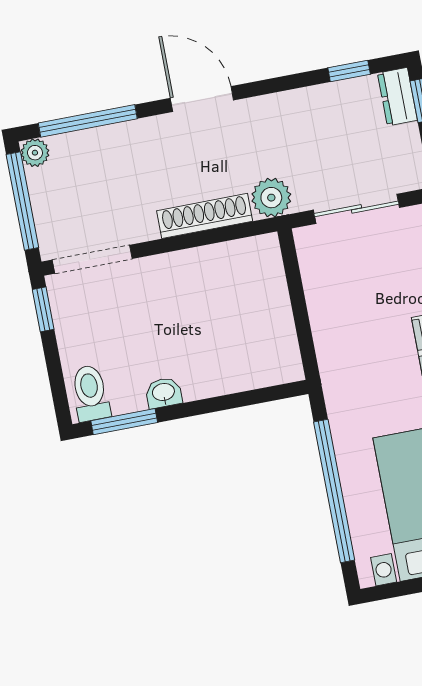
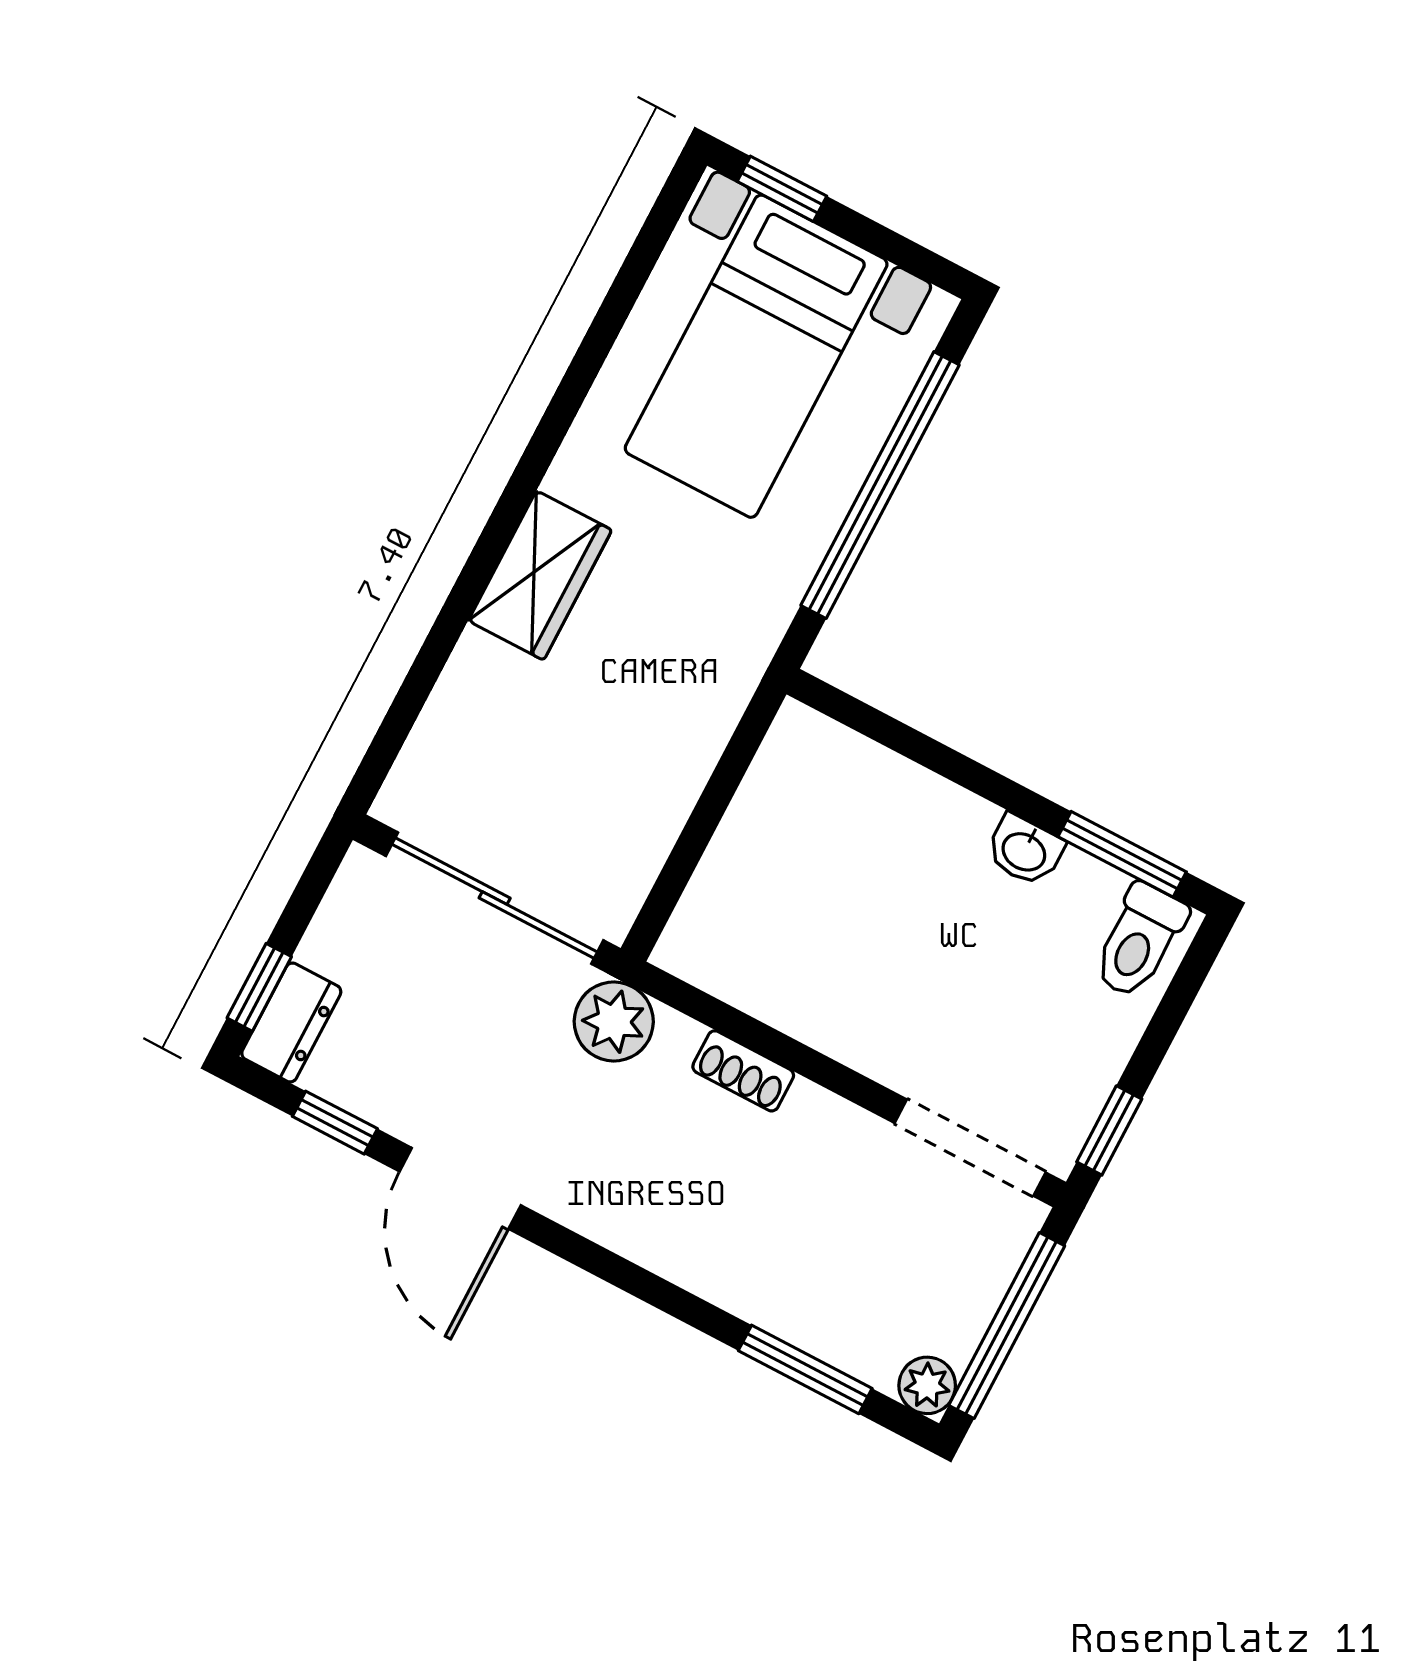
door: (202, 99) -> (460, 1188), moved
window: (88, 121) -> (805, 1369), width x0.69
sliding door: (356, 209) -> (495, 898), width x1.37
shoe rack: (205, 216) -> (743, 1071), width x0.51, depth x0.81

